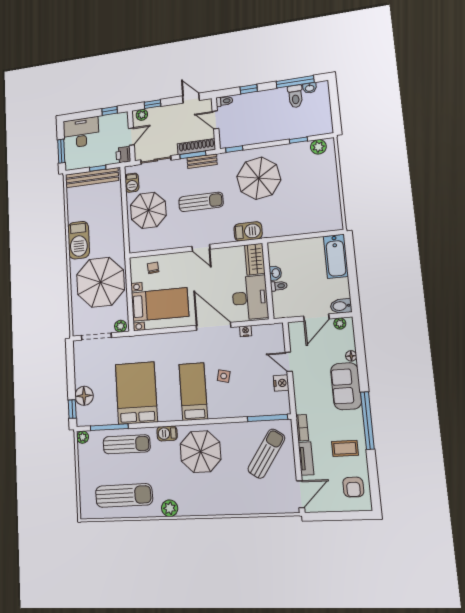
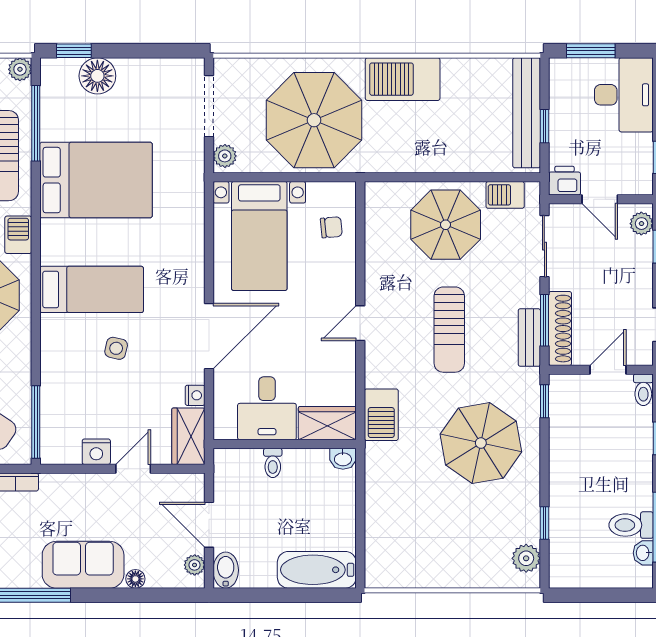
washbasin: (275, 273) -> (343, 459), moved
desk: (250, 298) -> (267, 408), width x0.73
wardrobe: (268, 333) -> (188, 436), added

